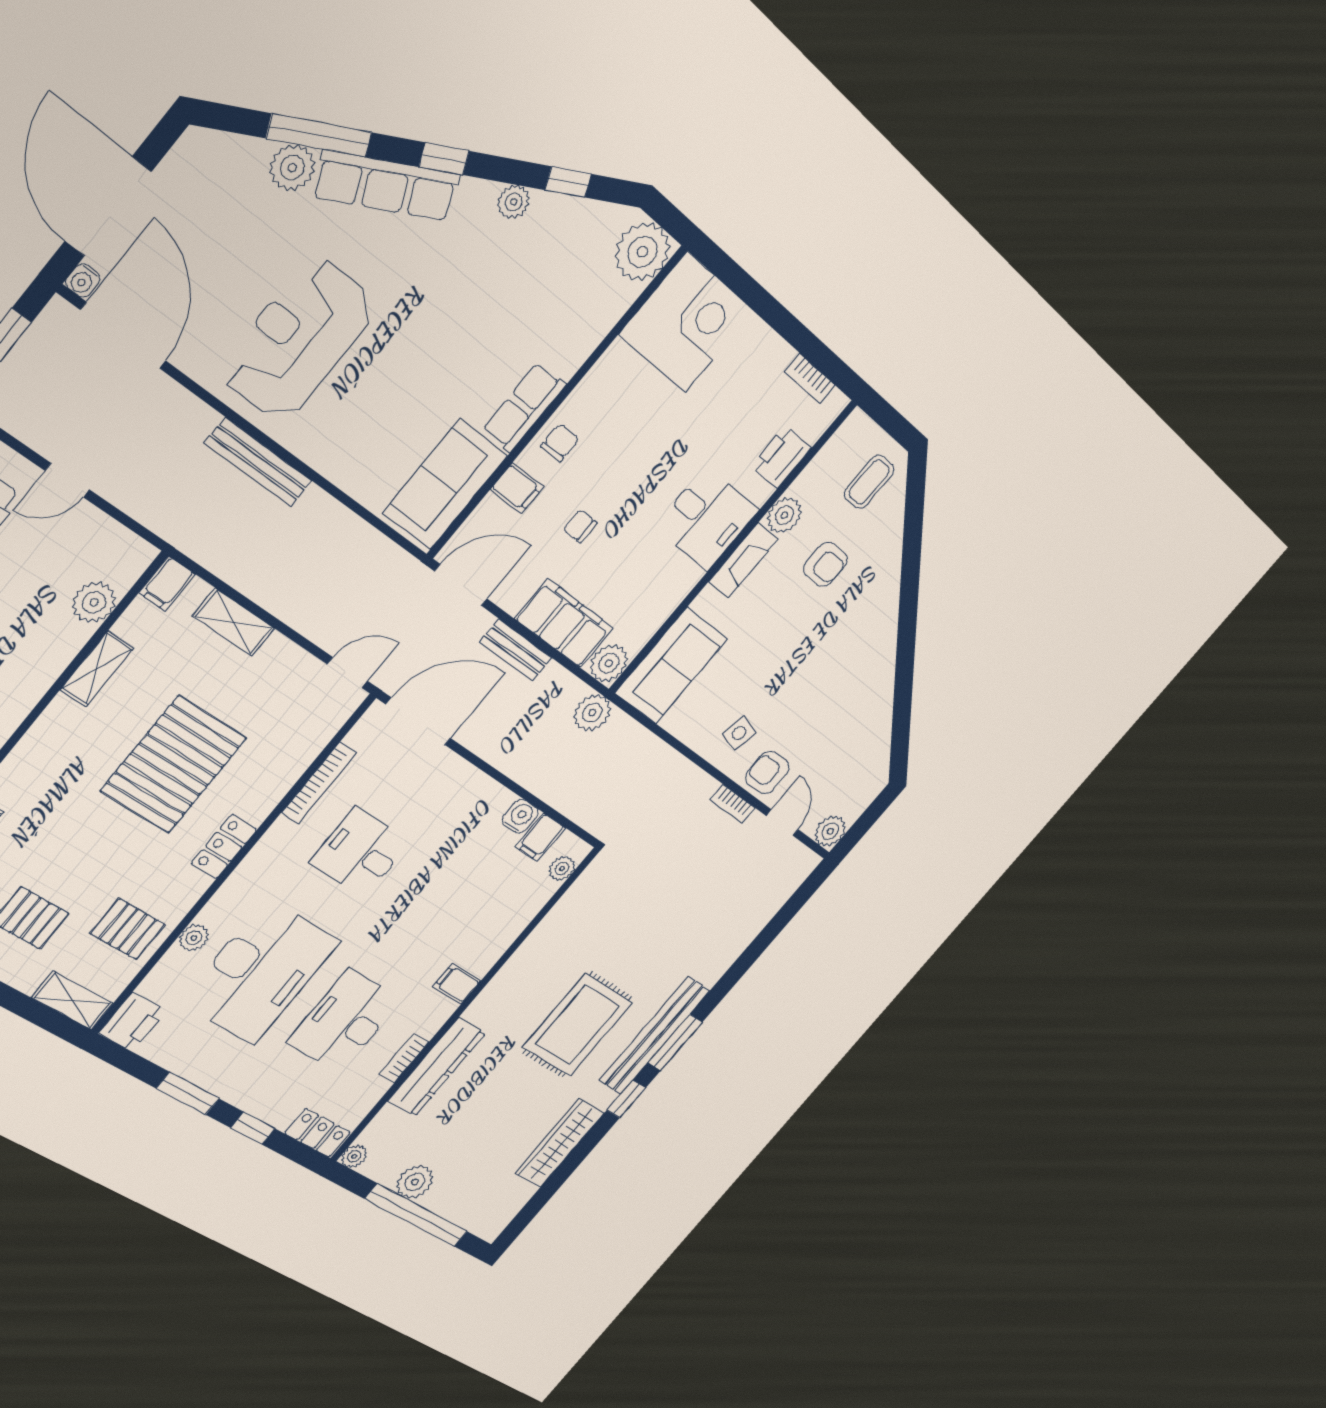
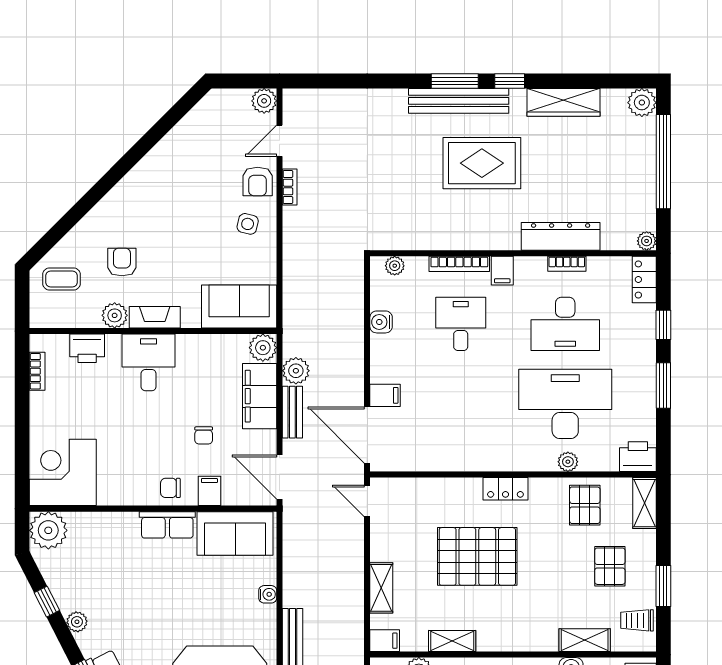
water cooler: (343, 474) -> (268, 594), added
plant: (592, 713) -> (296, 371), moved
bookcase: (319, 783) -> (459, 264), moved, turned 180
filing cabinet: (540, 837) -> (385, 395), moved
desk: (360, 852) -> (461, 324), moved, turned 180
plant: (415, 1182) -> (642, 103), moved

